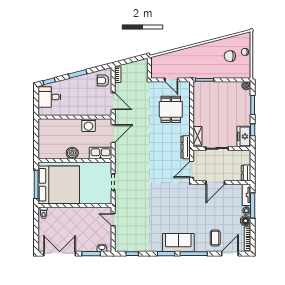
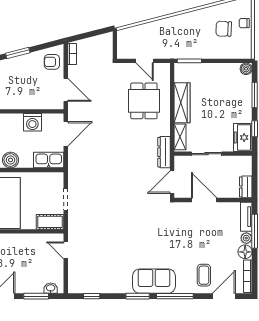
wardrobe: (199, 111) -> (182, 103), added
door: (215, 183) -> (204, 200), swing flipped
cot: (102, 199) -> (50, 222), added

